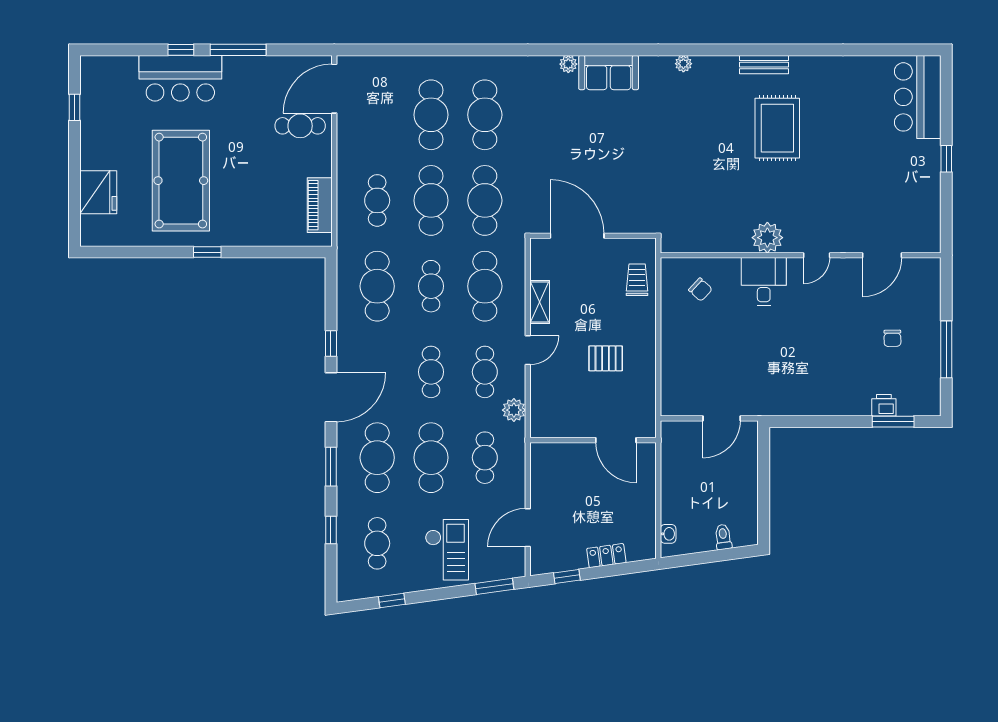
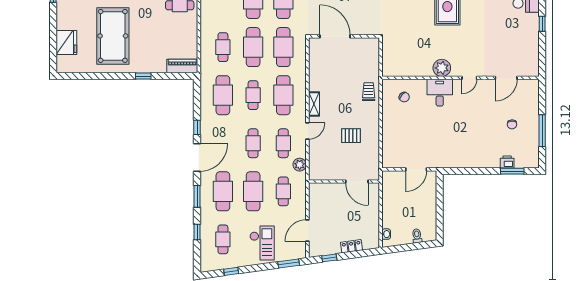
piano: (320, 205) -> (182, 66), moved, turned 90
door: (577, 236) -> (335, 36), moved
wall: (593, 236) -> (344, 36), moved
window: (207, 252) -> (143, 76), moved

